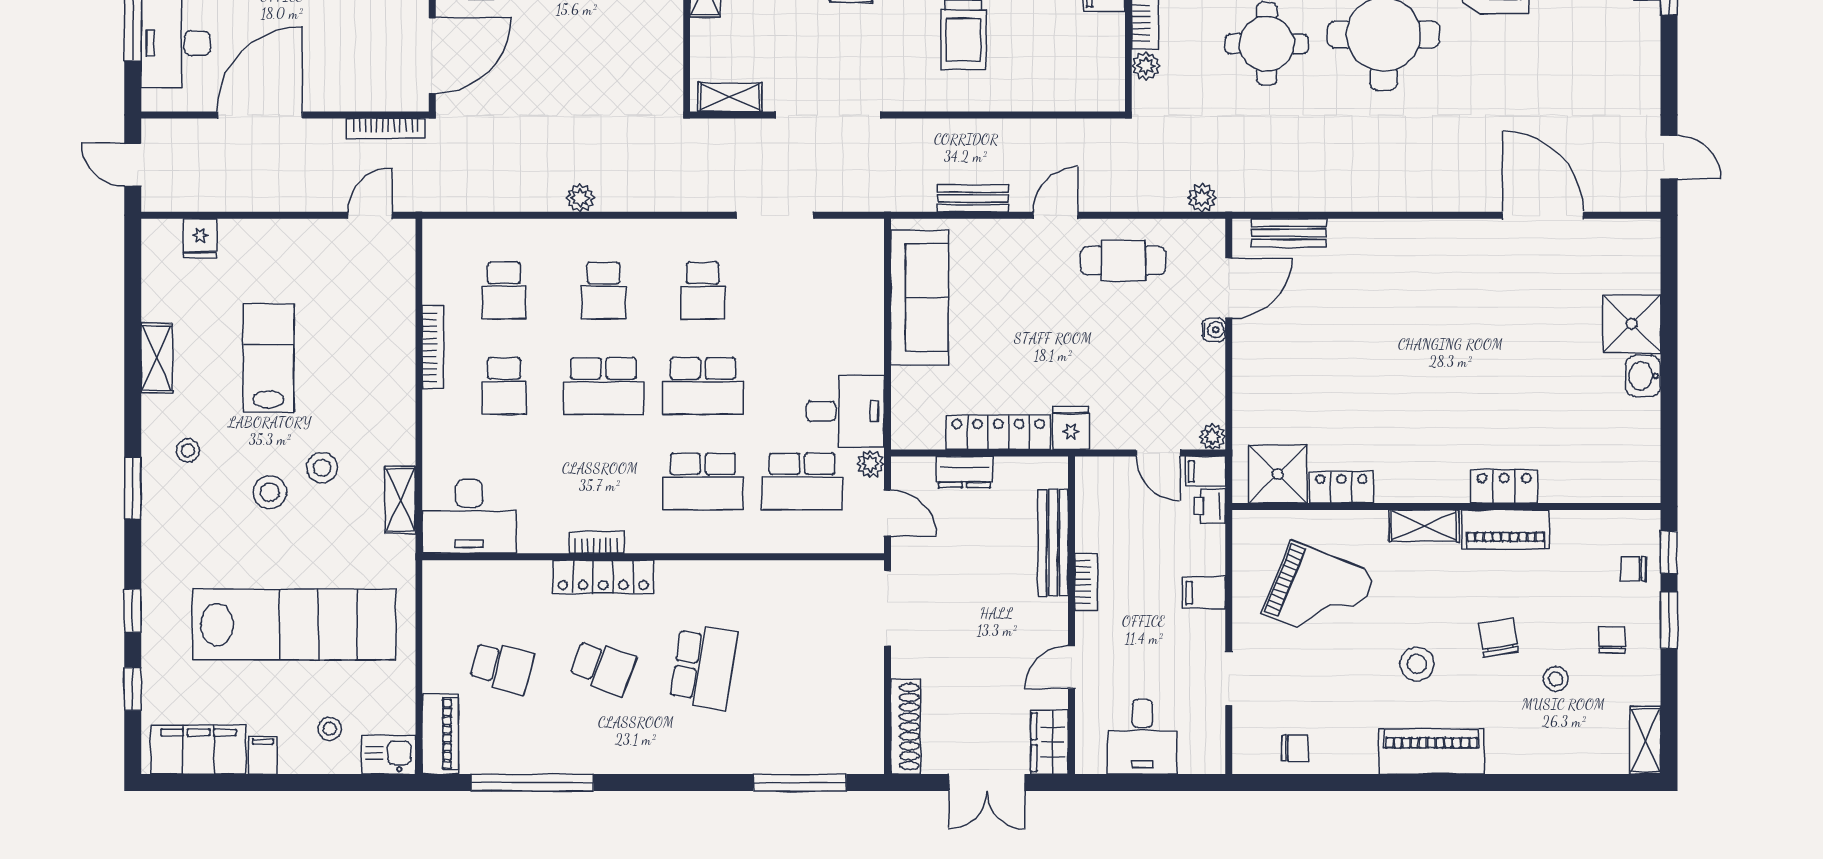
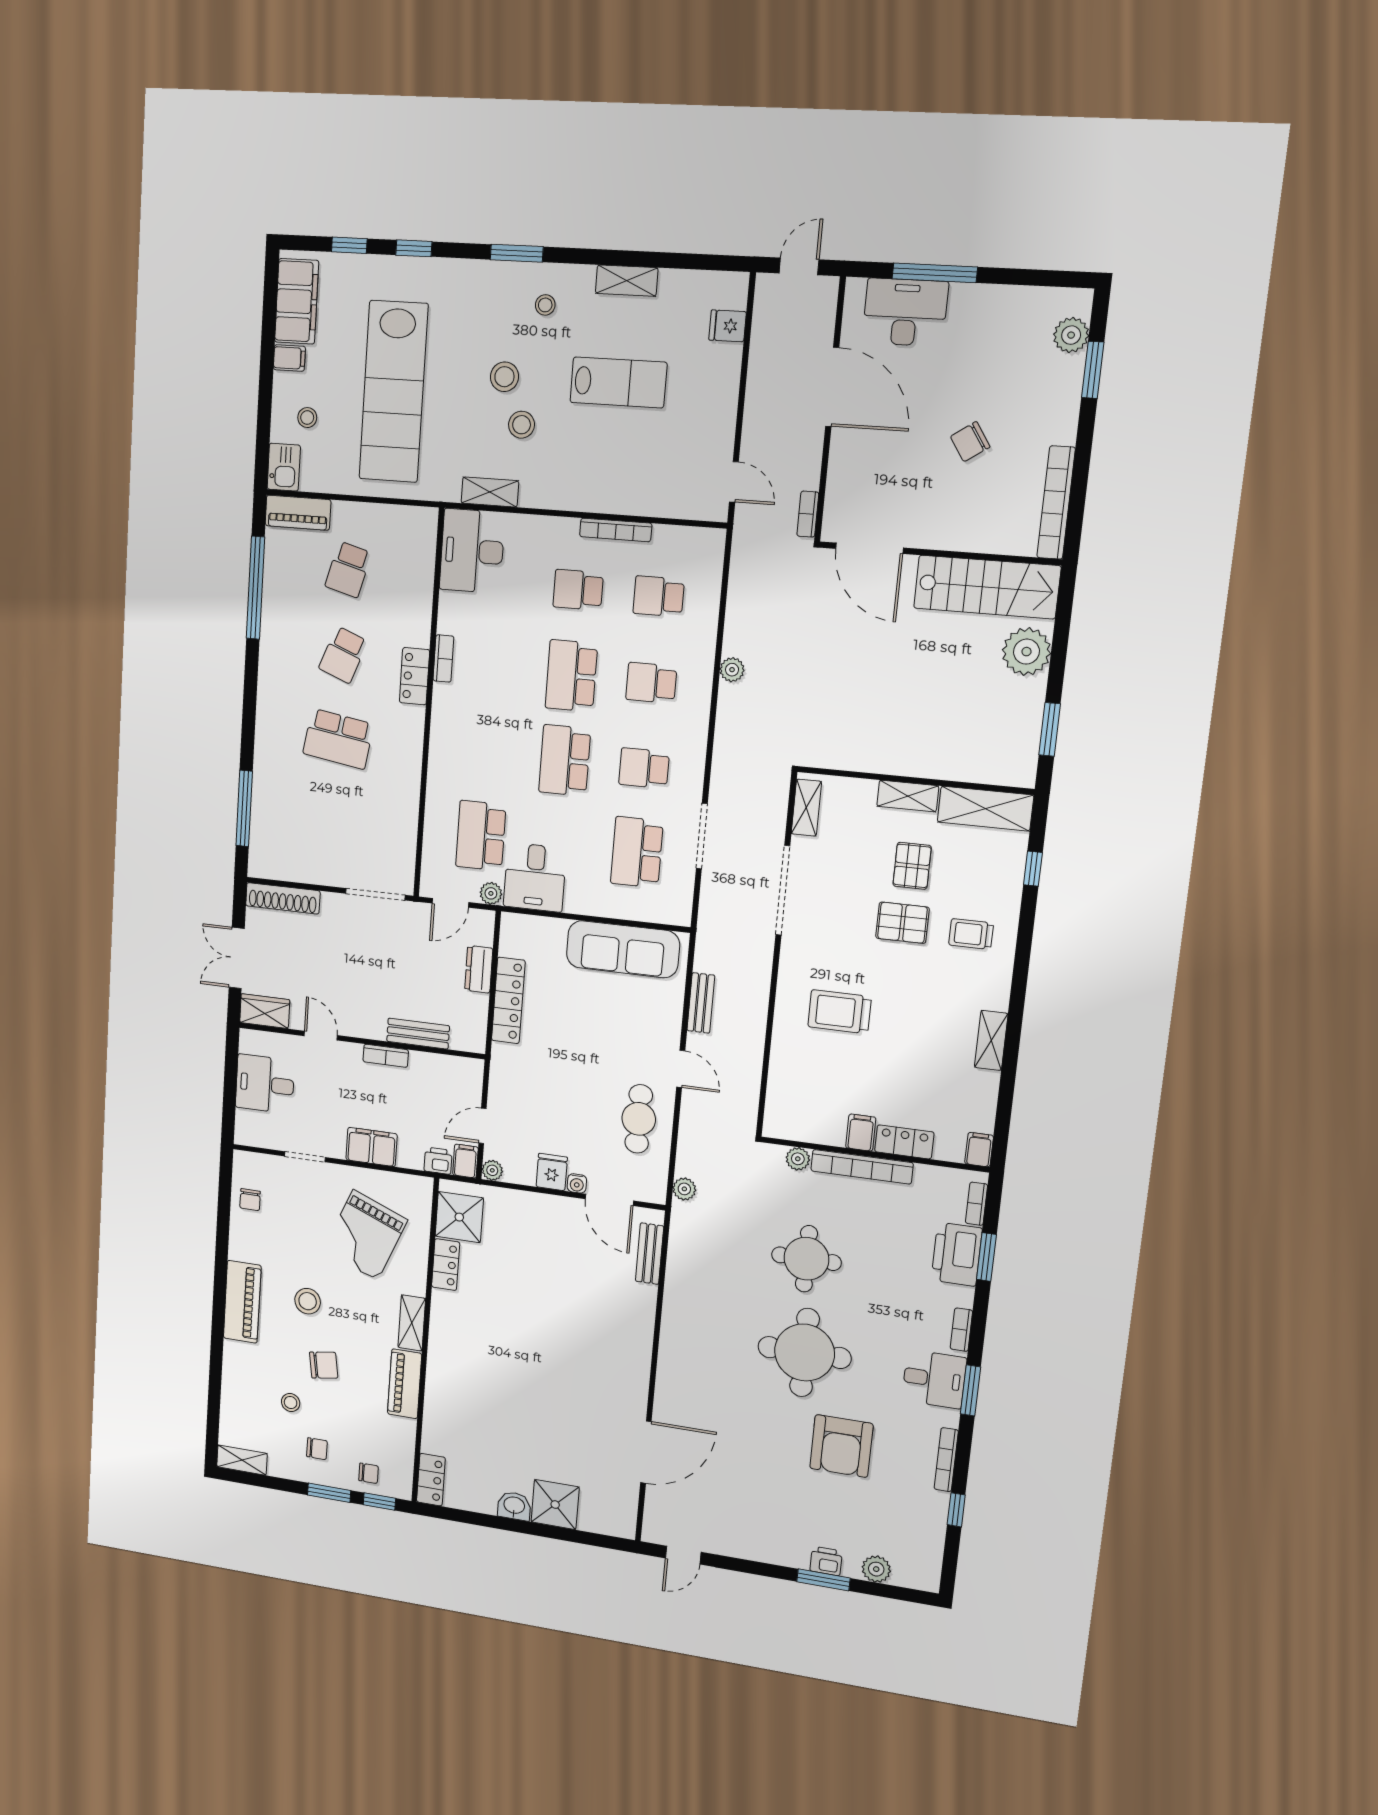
bookcase: (386, 128) -> (808, 514), width x0.64
fridge: (1071, 428) -> (552, 1172), moved, turned -90
school desk: (703, 481) -> (637, 852), moved
locker: (1504, 486) -> (431, 1480), moved
bench: (1053, 543) -> (418, 1034), width x0.73
chair: (1633, 569) -> (369, 1473), turned 90
locker: (603, 577) -> (414, 676), width x0.66
filing cabinet: (1204, 593) -> (372, 1147), width x2.00

